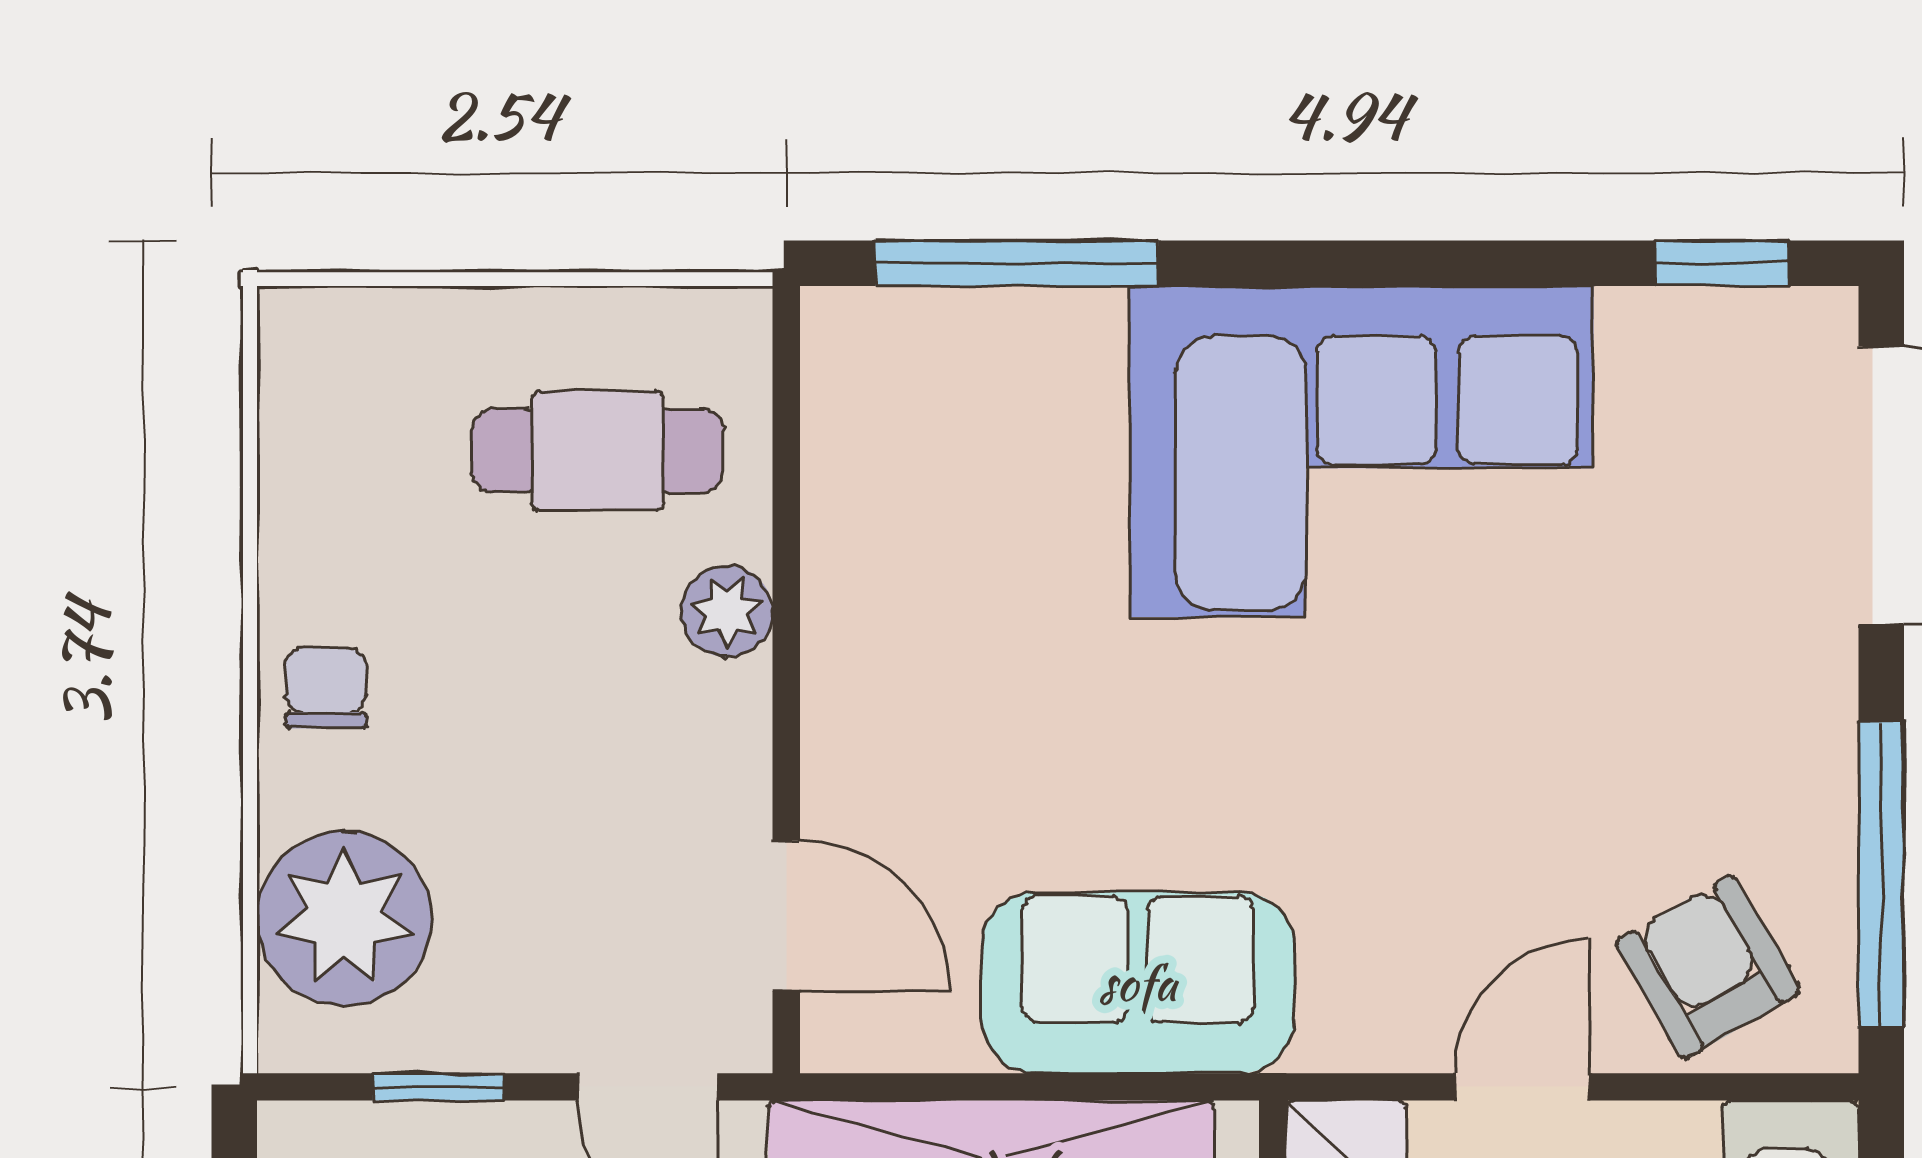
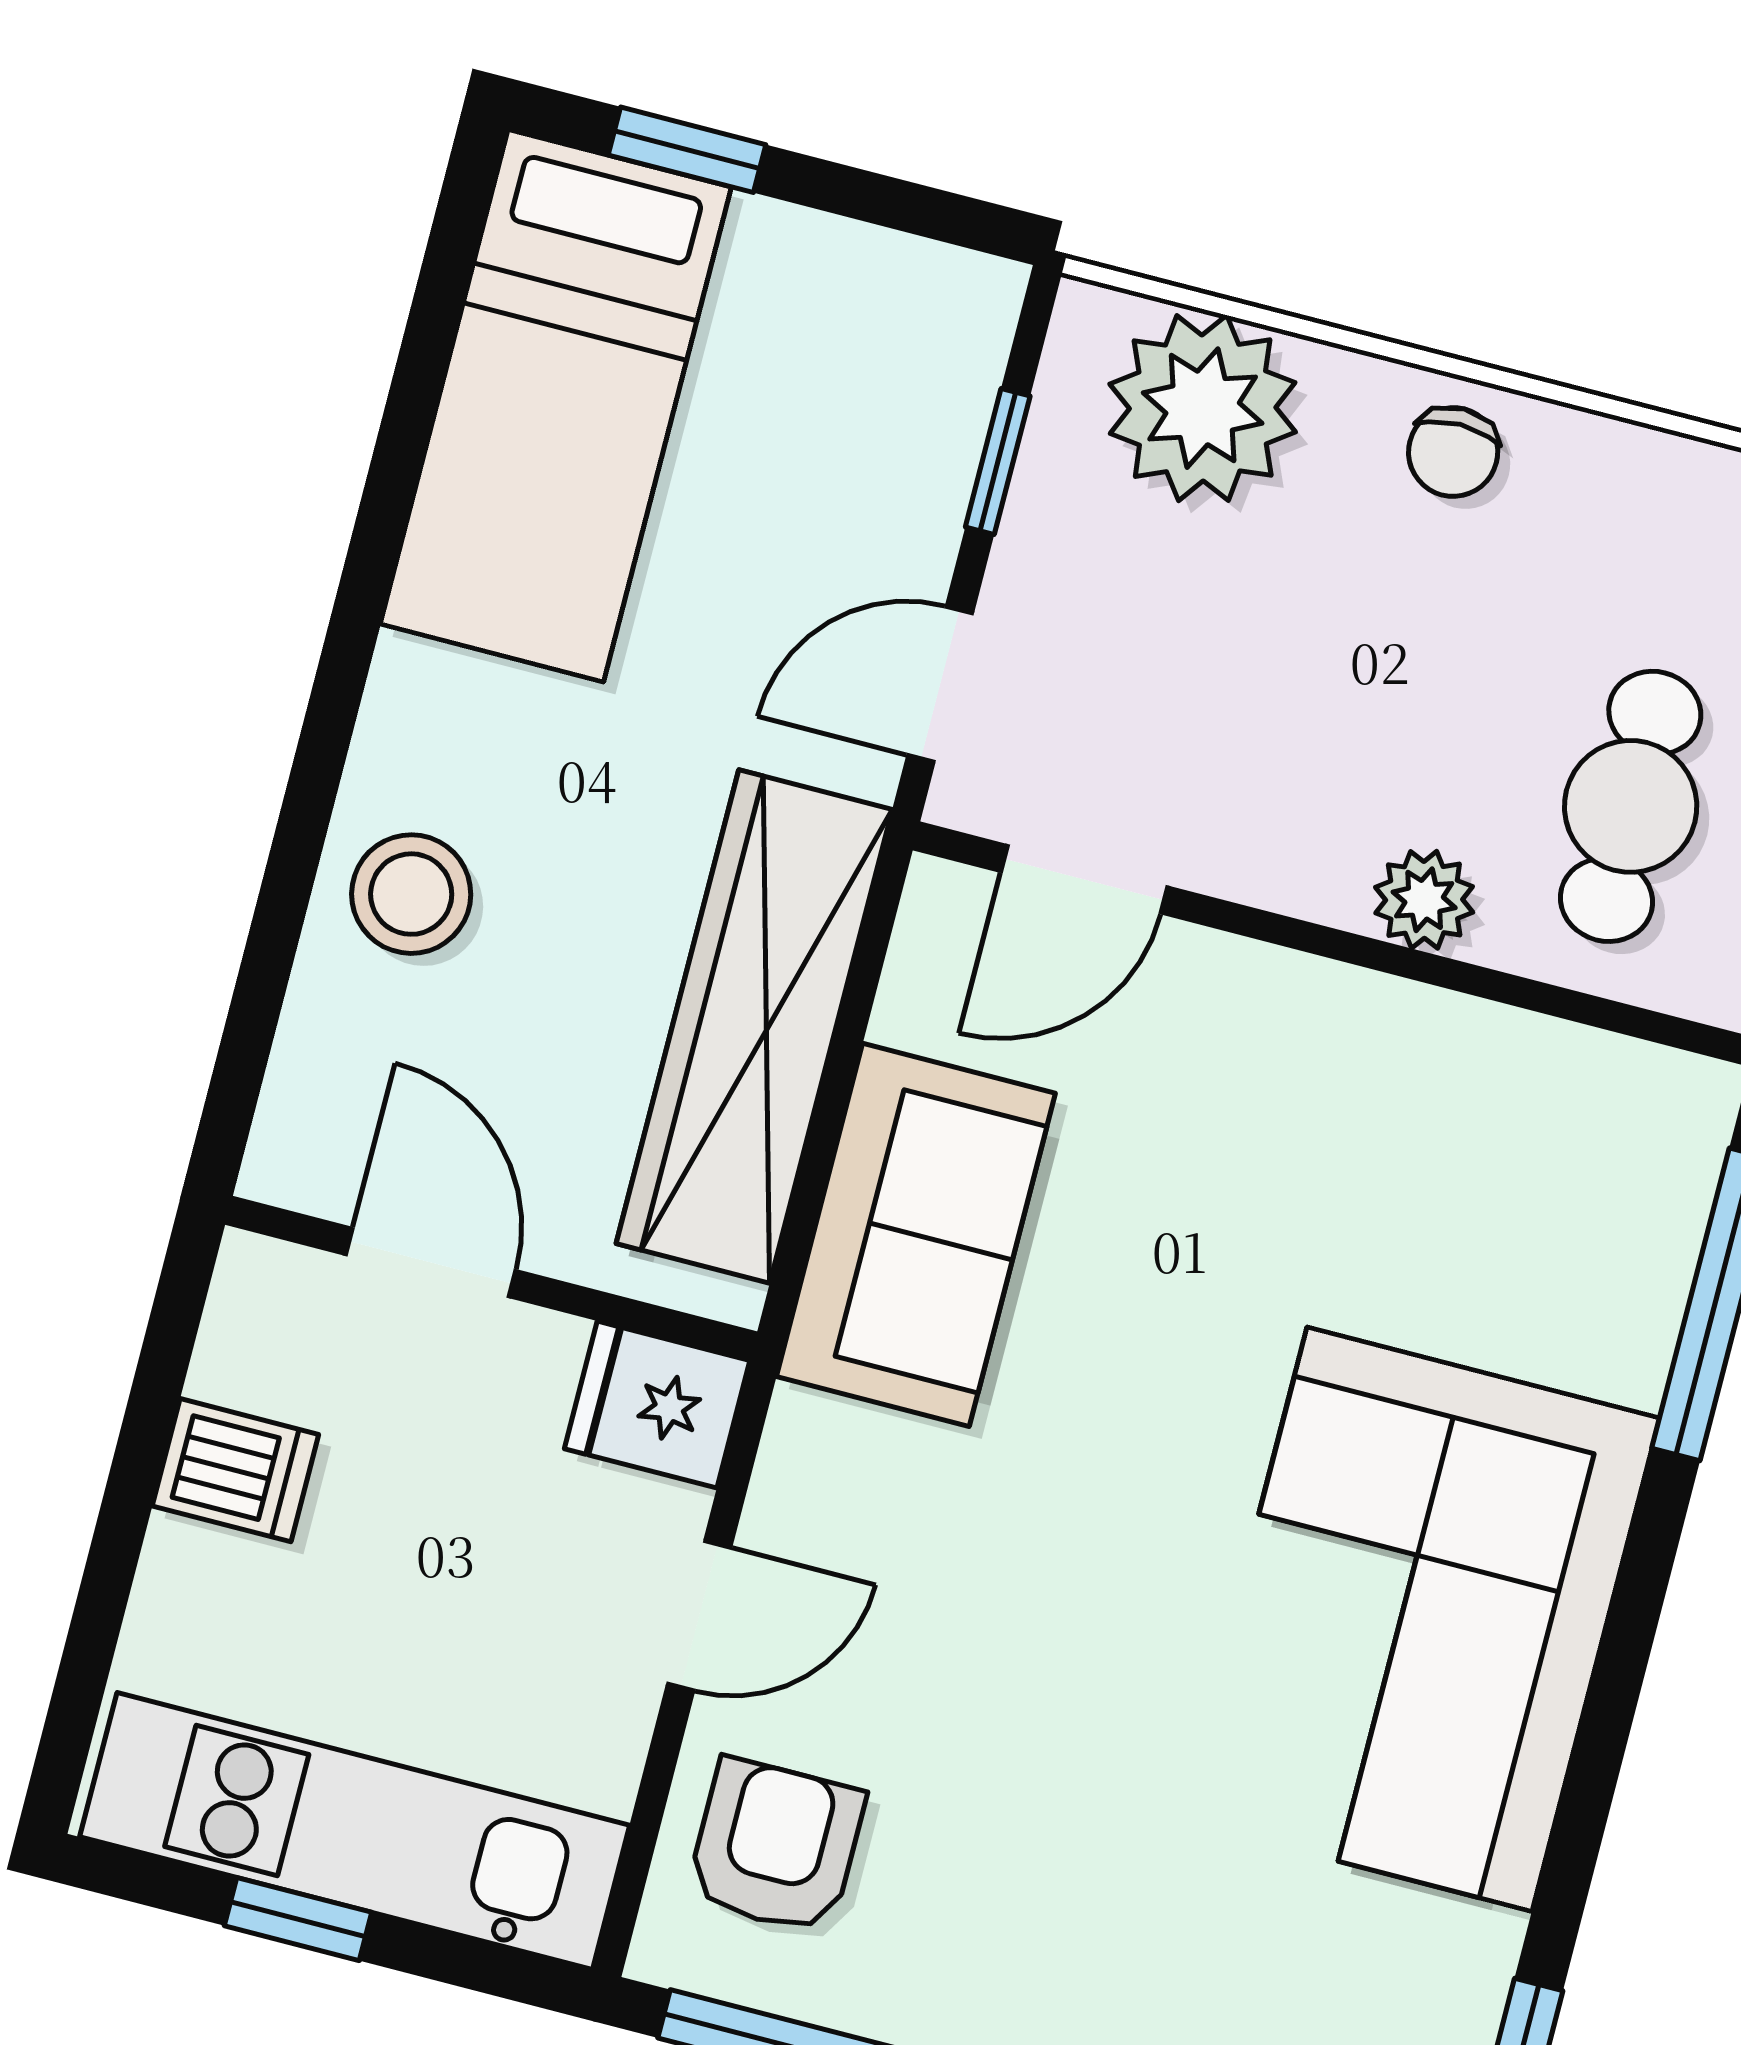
chair: (326, 688) -> (1453, 452), turned 90
armchair: (1708, 967) -> (776, 1846), turned -60
door: (1523, 1087) -> (699, 1616), hinge flipped

